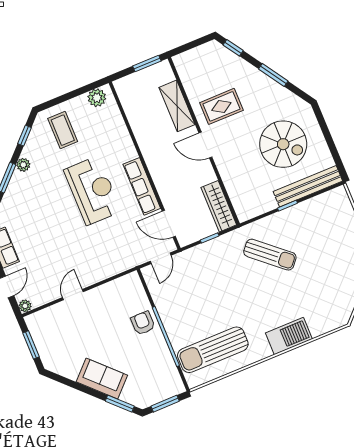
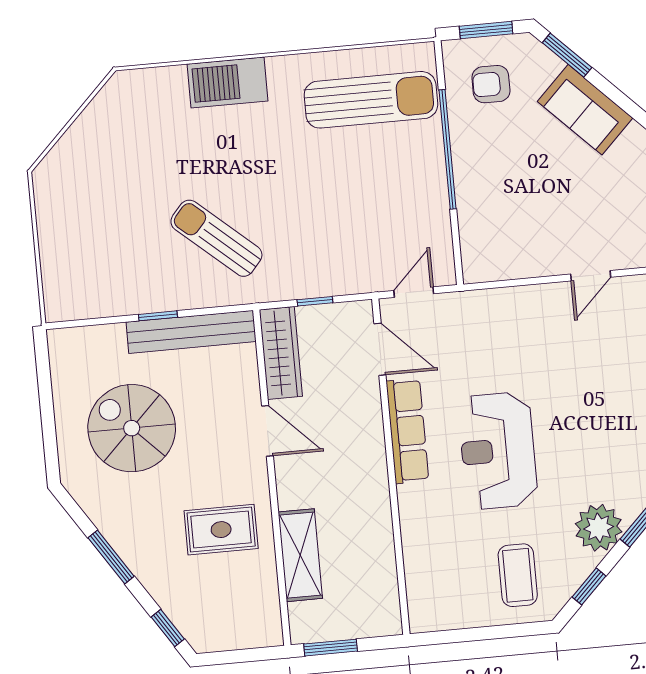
plant: (97, 98) -> (439, 614), removed
door: (205, 145) -> (267, 431), moved
plant: (23, 165) -> (599, 528), width x1.88, depth x1.88
bench: (308, 186) -> (191, 332), moved
armchair: (143, 323) -> (491, 84), moved, turned 90

